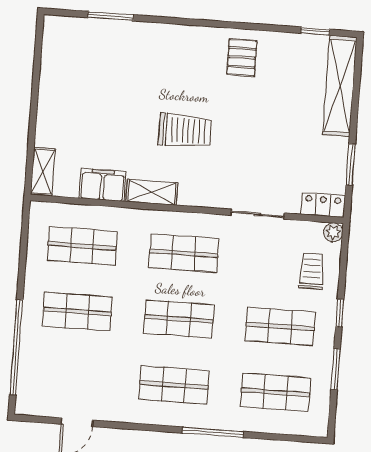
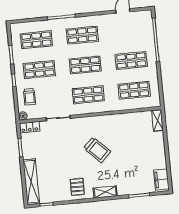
trolley: (185, 131) -> (97, 150), turned -135
filing cabinet: (102, 185) -> (161, 180), moved, turned 90
shelving: (152, 192) -> (105, 192), moved

